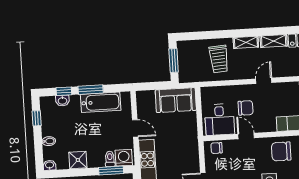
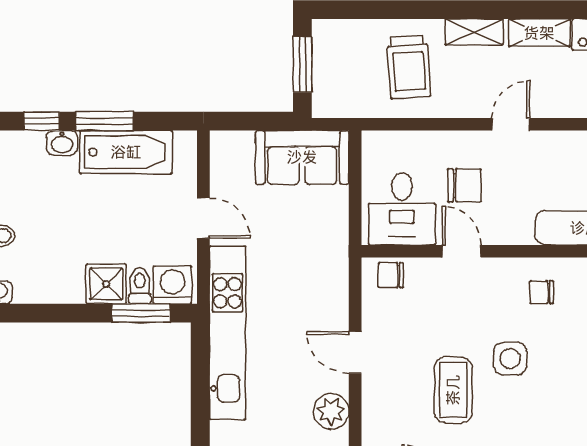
washbasin: (62, 101) -> (62, 143), moved
chair: (281, 151) -> (542, 292), width x0.54, depth x0.54
shower: (78, 160) -> (106, 284), moved

